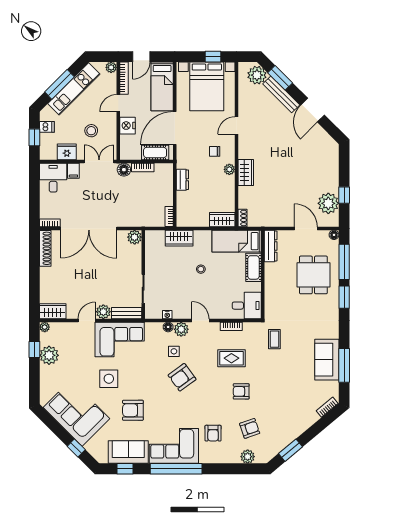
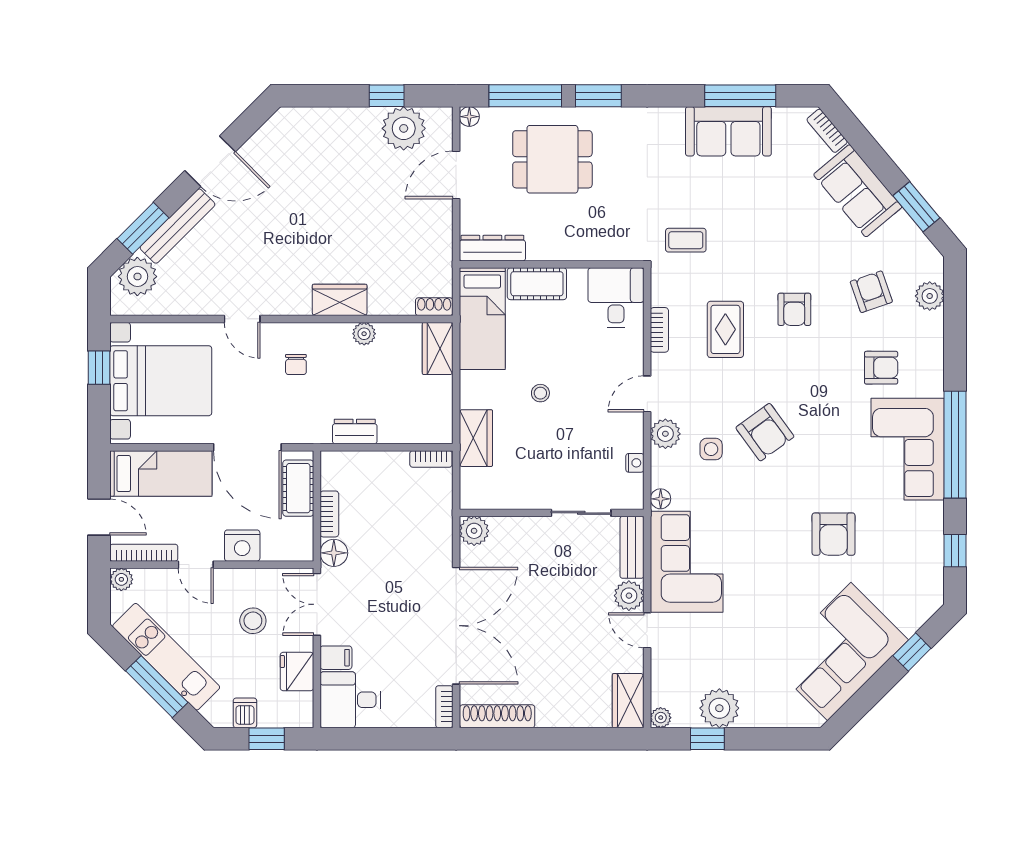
plant: (229, 169) -> (364, 334), moved
floor lamp: (168, 327) -> (661, 499), moved
side table: (109, 379) -> (768, 584), removed
sofa: (128, 452) -> (858, 191), moved, turned -40

